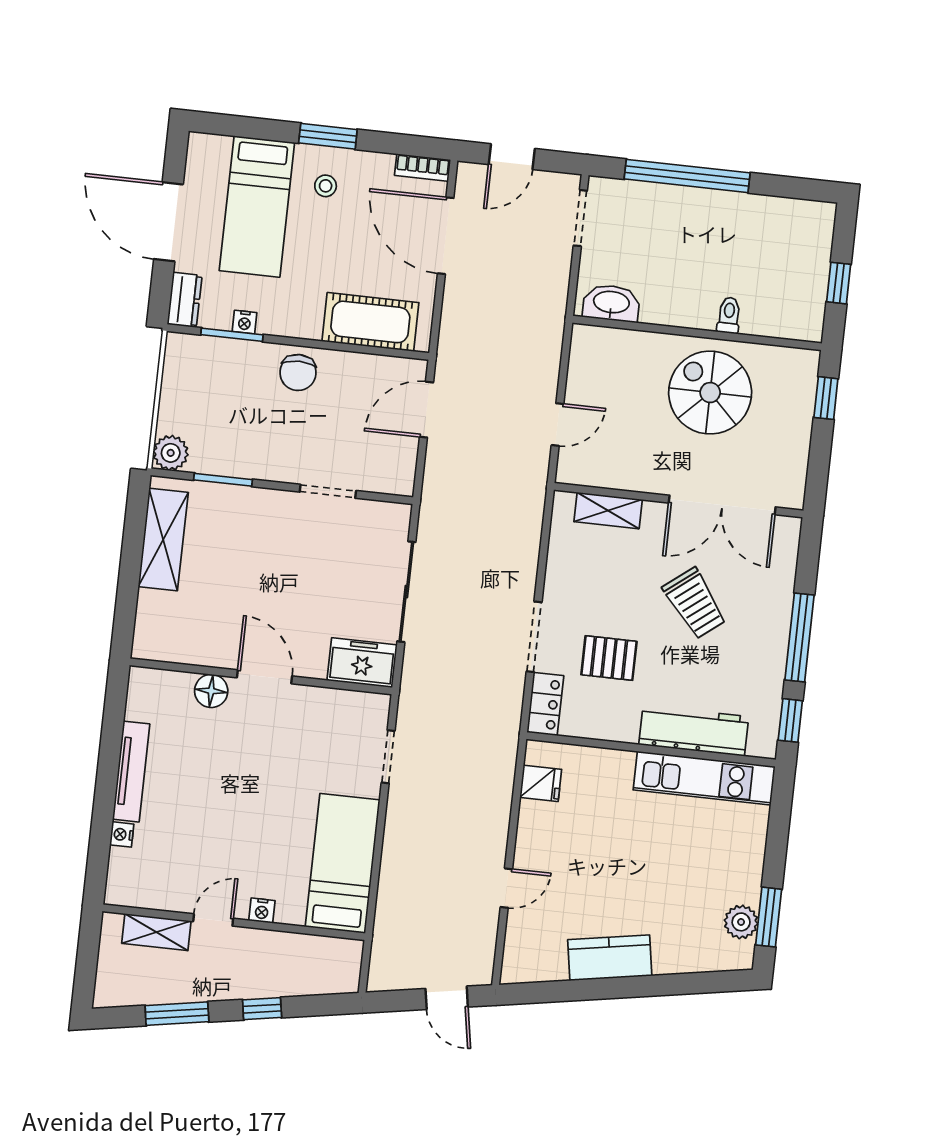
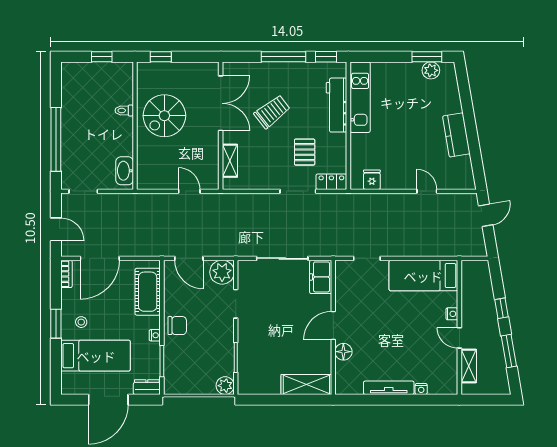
nightstand: (245, 322) -> (155, 335), moved
plant: (392, 471) -> (222, 272), added
shelving: (163, 539) -> (306, 384), moved

